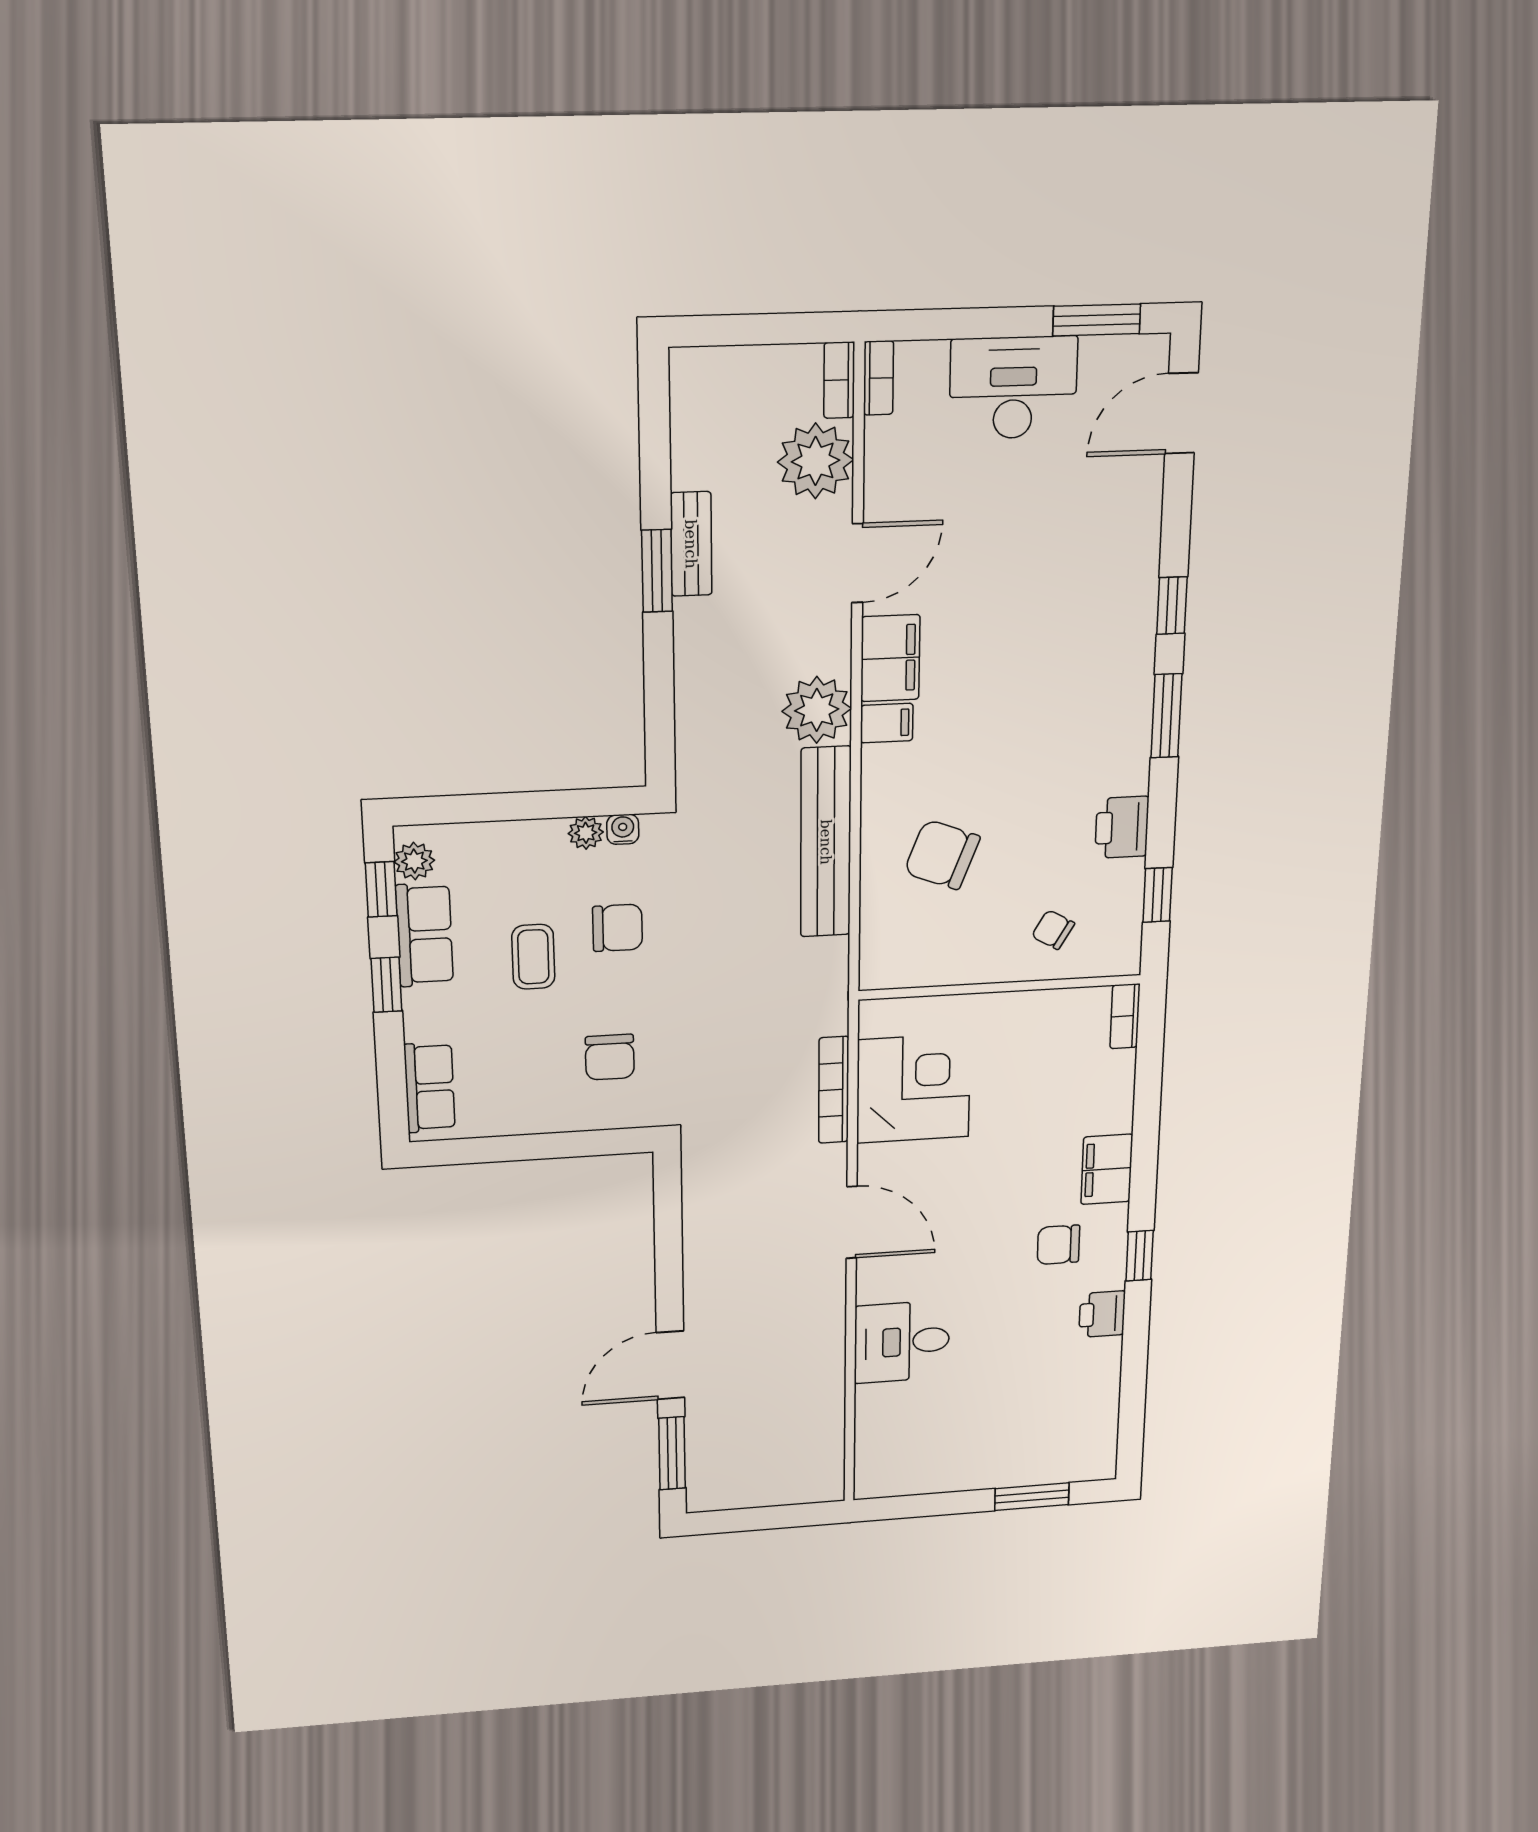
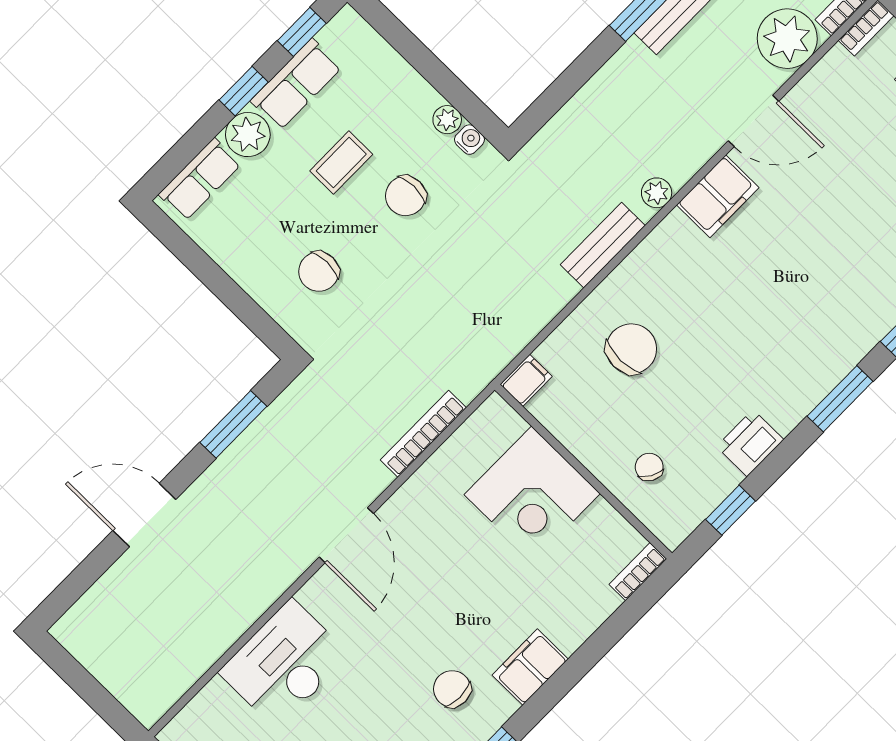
plant: (817, 710) -> (657, 193), width x0.53, depth x0.53
filing cabinet: (887, 723) -> (526, 380), moved, turned -90
bench: (826, 842) -> (603, 245), width x0.54, depth x0.82
chair: (942, 855) -> (631, 349), turned 69
plant: (414, 861) -> (248, 135), moved, width x1.38, depth x1.38
chair: (617, 928) -> (406, 196), turned 90
corner desk: (913, 1088) -> (532, 494), moved, turned 90
desk: (902, 1342) -> (284, 664), width x1.37
window: (672, 1453) -> (233, 424), moved

